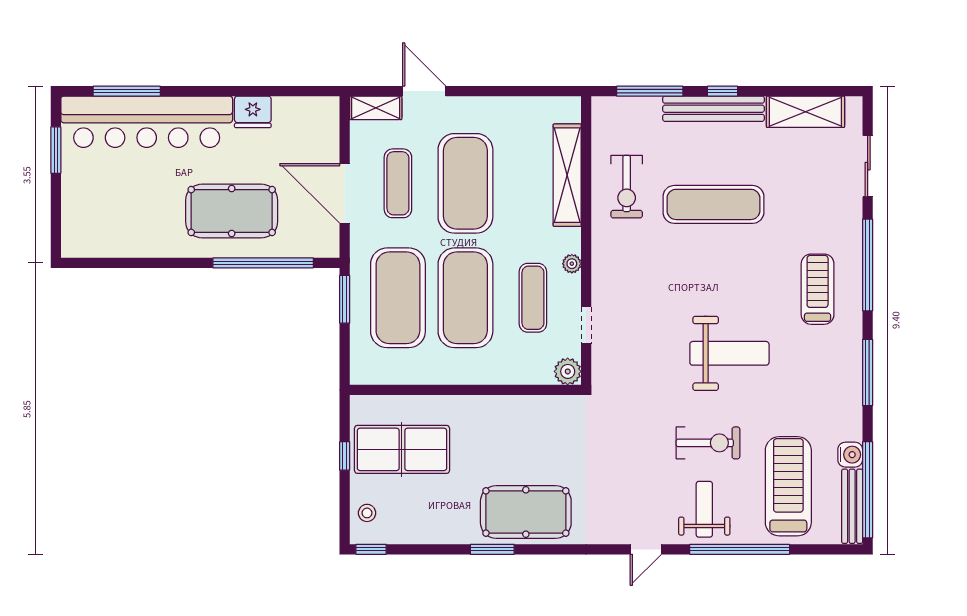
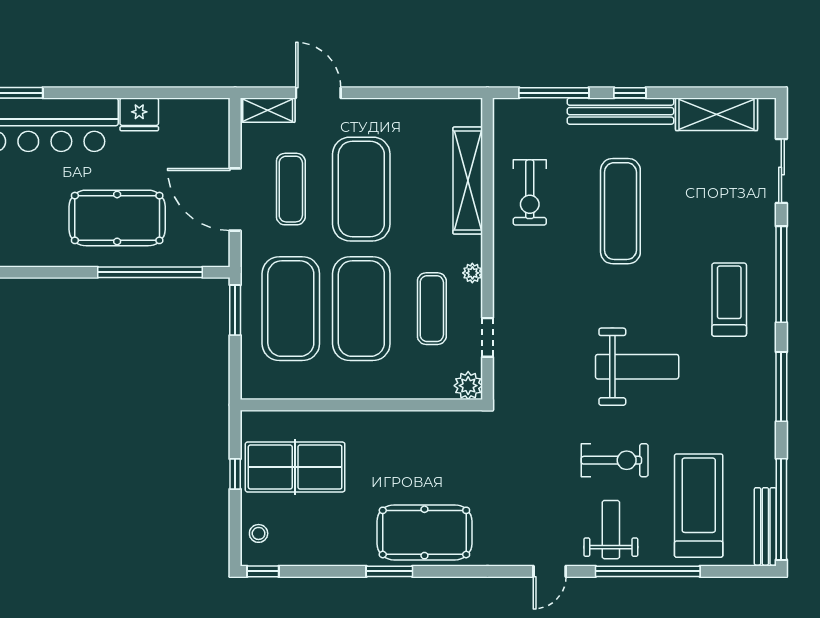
exercise mat: (713, 204) -> (620, 211), turned 90
water cooler: (850, 455) -> (763, 472), removed

